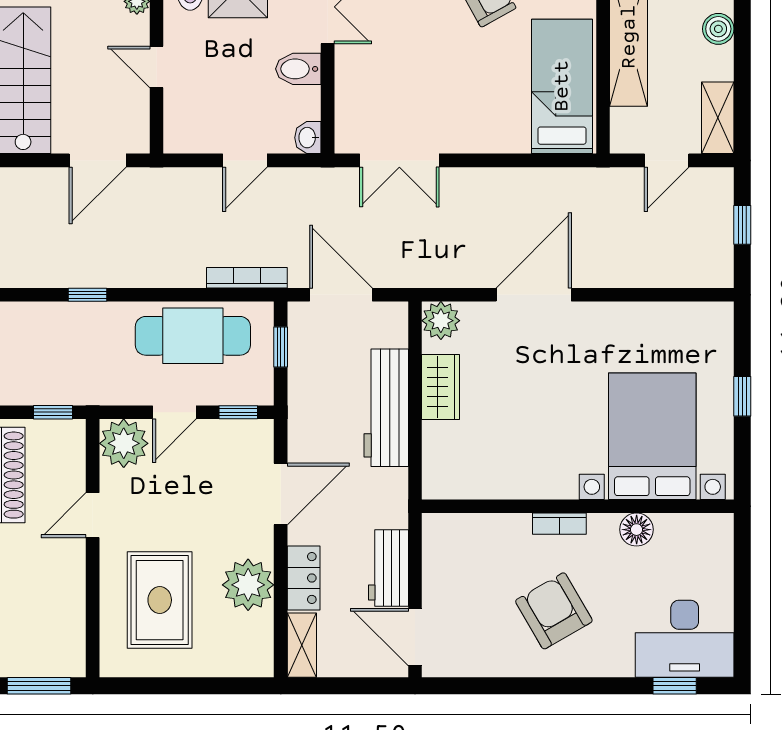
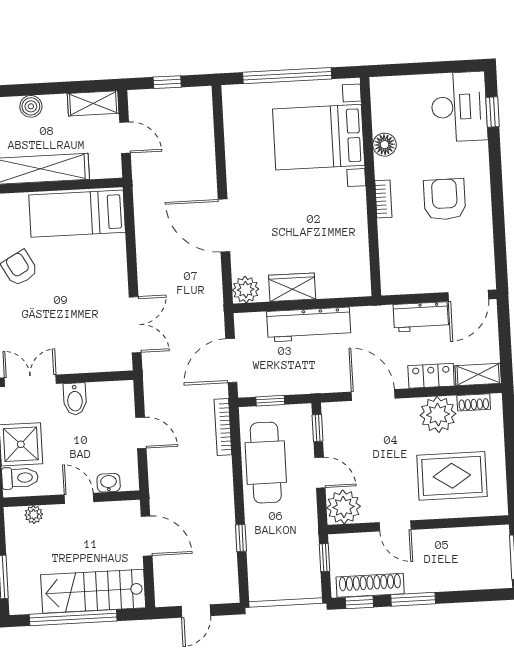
door: (156, 67) -> (79, 498), swing flipped
washbasin: (308, 138) -> (109, 483), moved, turned 180
window: (742, 396) -> (287, 76), width x3.17
armchair: (554, 611) -> (445, 199), turned 120
shoe rack: (263, 637) -> (474, 402), added

